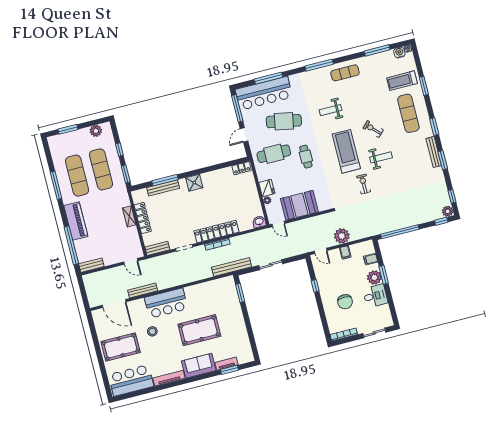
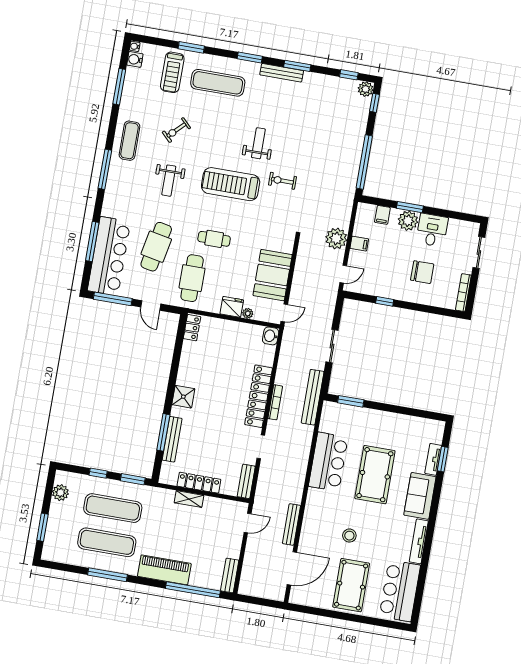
exercise bike: (373, 129) -> (176, 130), moved
bar counter: (166, 303) -> (328, 462), moved

